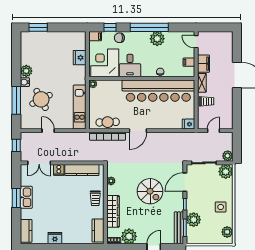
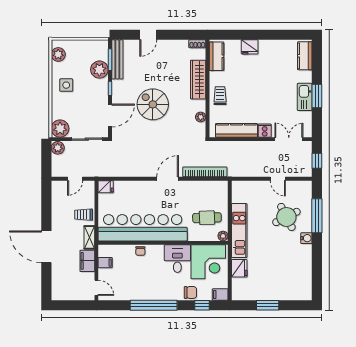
window: (38, 27) -> (268, 305), moved
plant: (157, 39) -> (144, 291), removed
plant: (26, 71) -> (305, 252), removed
kitchen unit: (80, 107) -> (239, 231), moved
cafe table: (108, 122) -> (207, 218), moved
plant: (129, 236) -> (179, 49), removed
fridge: (55, 238) -> (250, 47), moved

